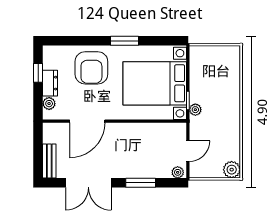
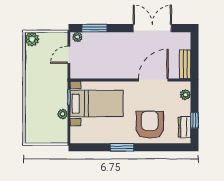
dresser: (50, 83) -> (185, 127), moved
bed with nightstands: (155, 83) -> (97, 104), width x0.73
plant: (195, 110) -> (63, 114), moved
bench: (49, 161) -> (185, 64), moved
window: (141, 183) -> (95, 28), moved

